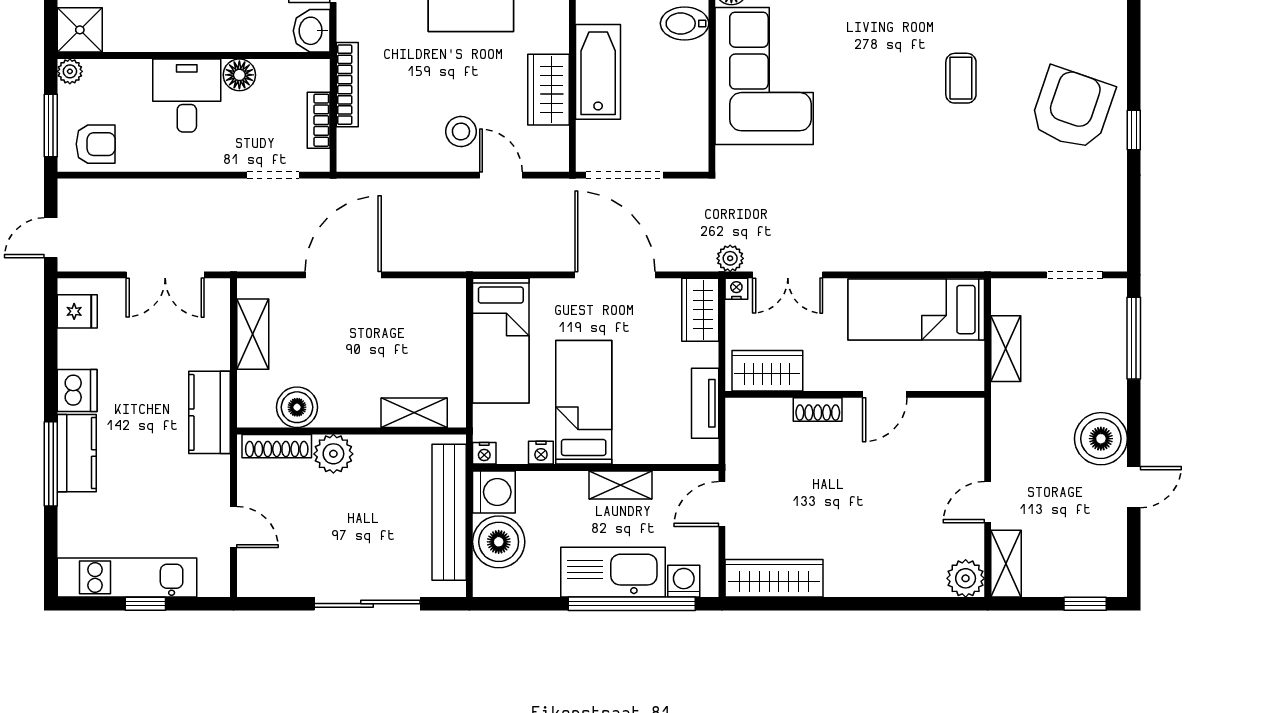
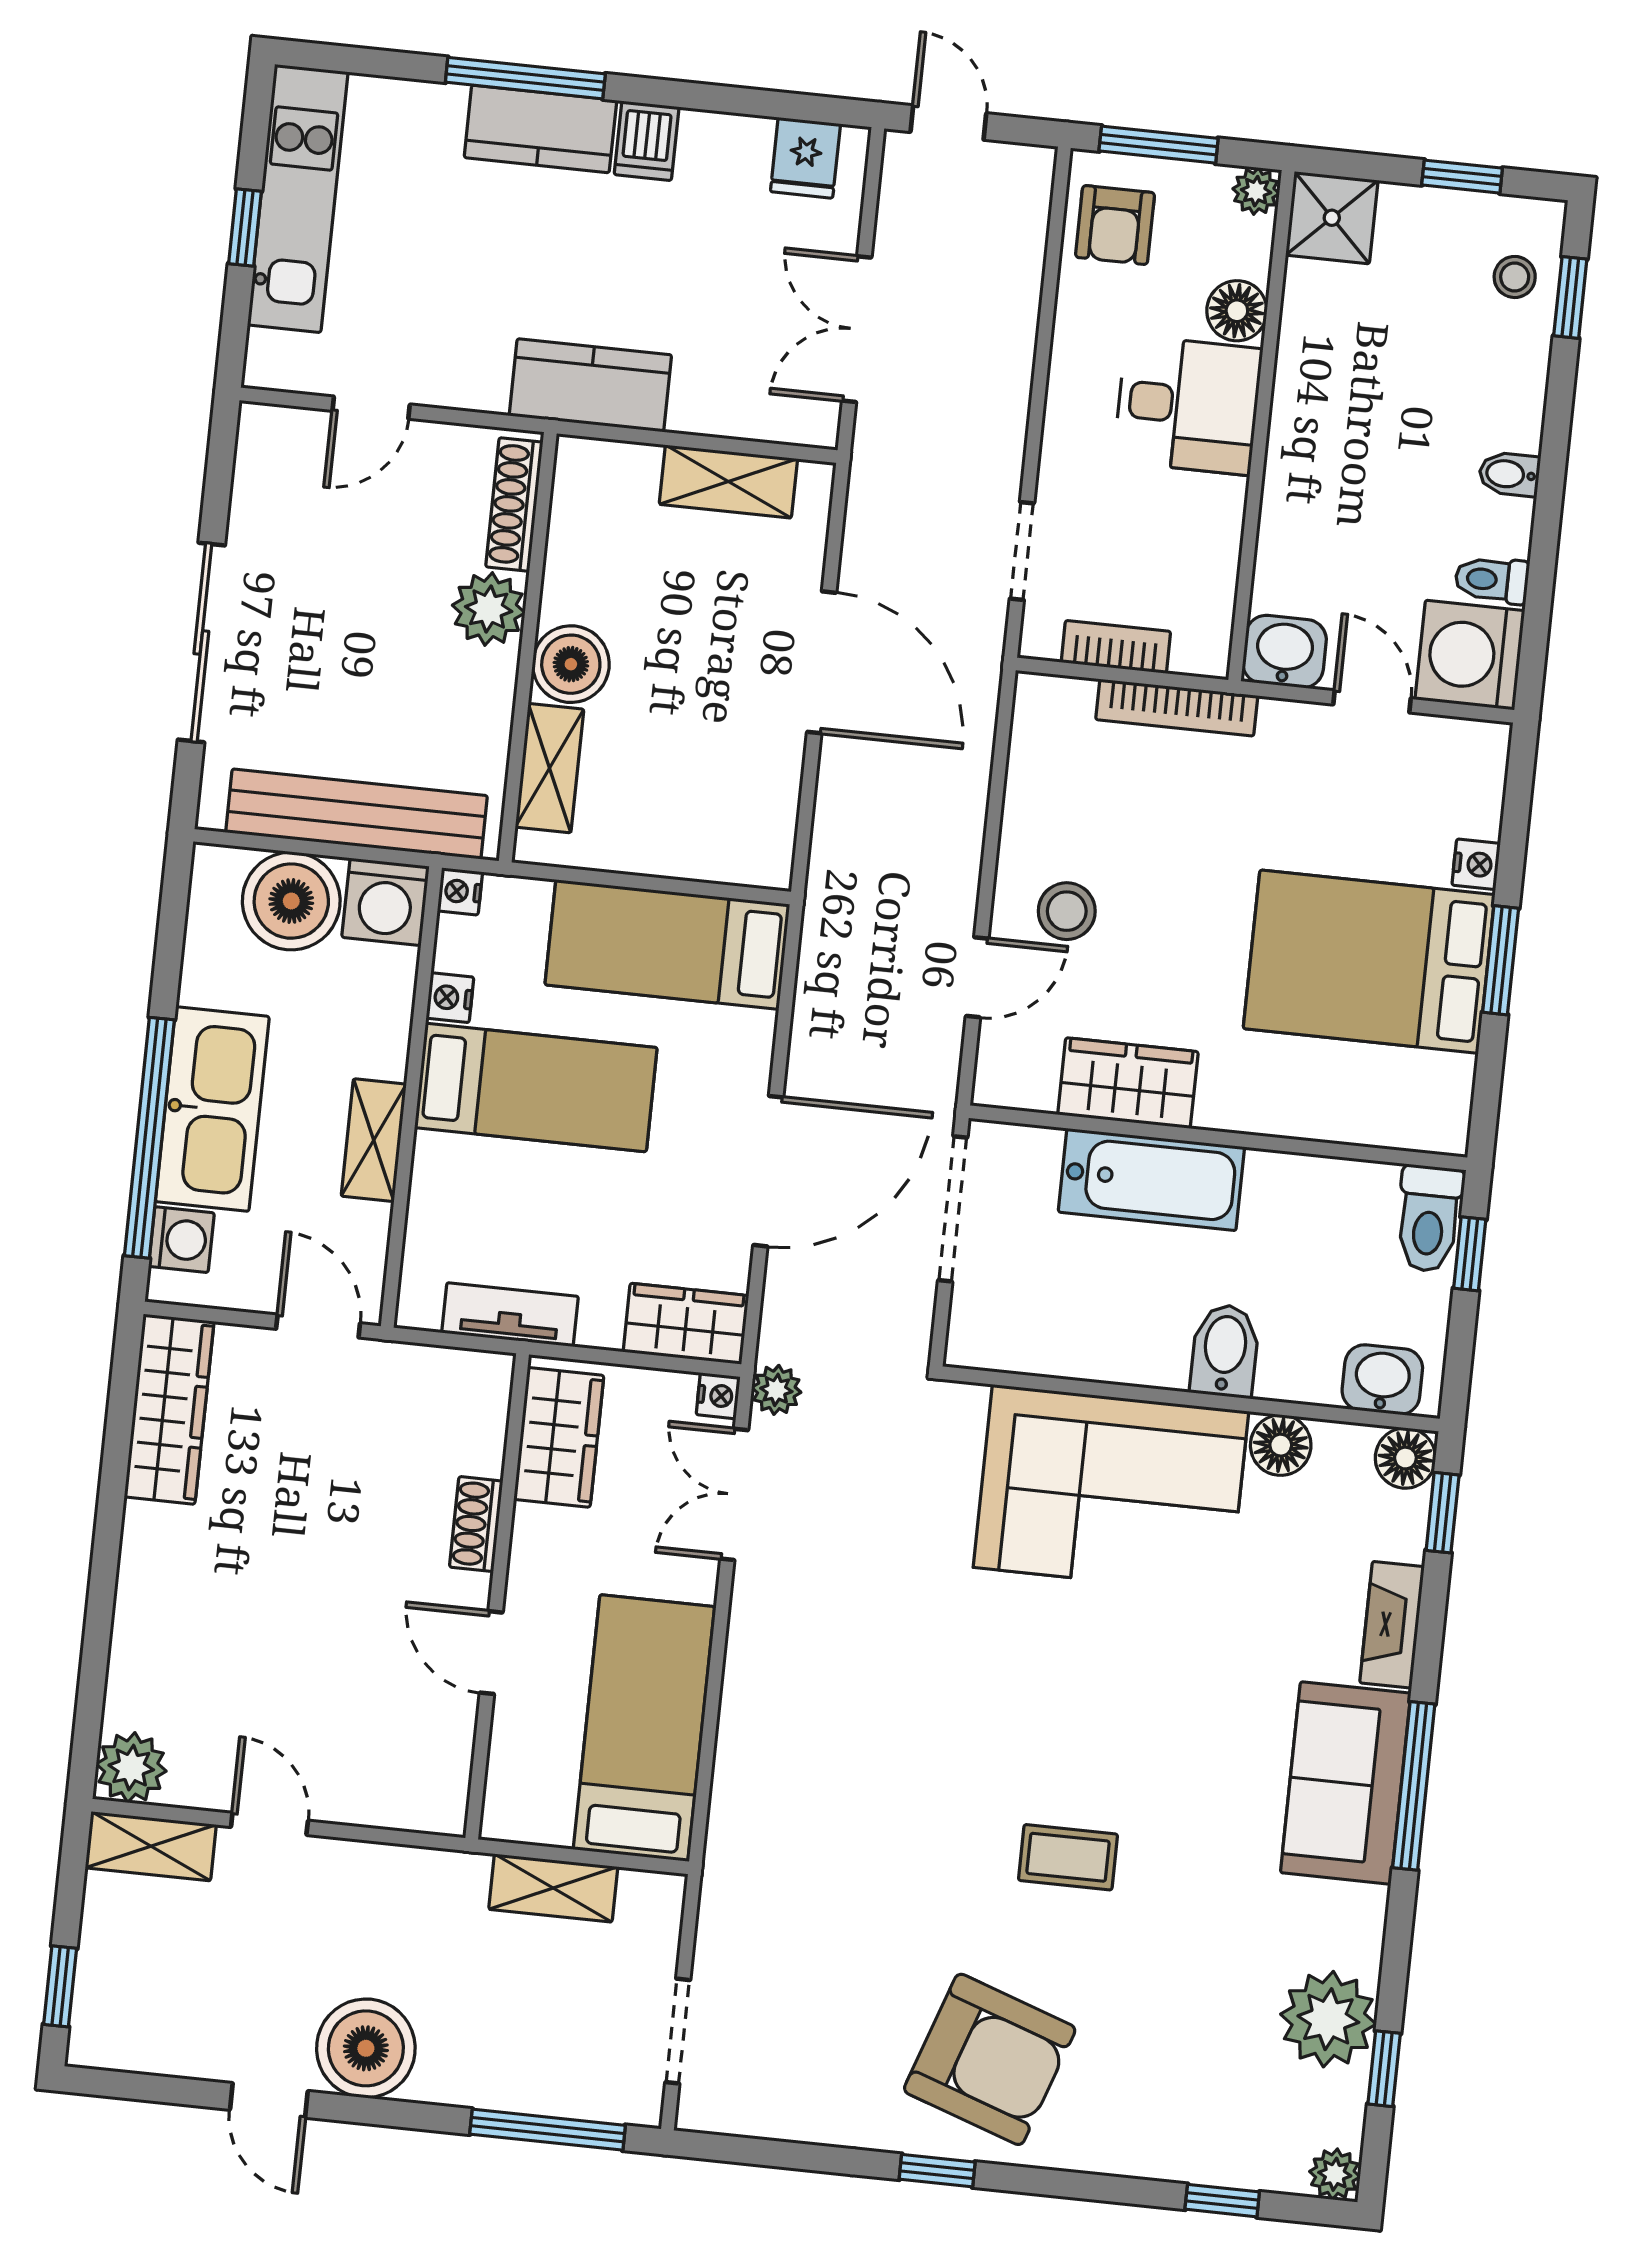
floor lamp: (239, 75) -> (1237, 311), moved
dishwasher: (77, 391) -> (647, 141), width x0.73
boiler: (297, 407) -> (571, 664), moved

